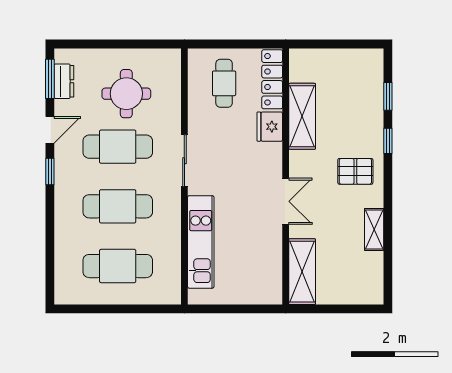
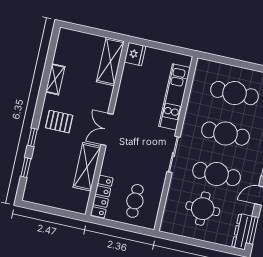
dresser: (64, 81) -> (242, 232), width x1.44
fridge: (270, 127) -> (135, 54), moved
double door: (286, 201) -> (107, 129), moved

